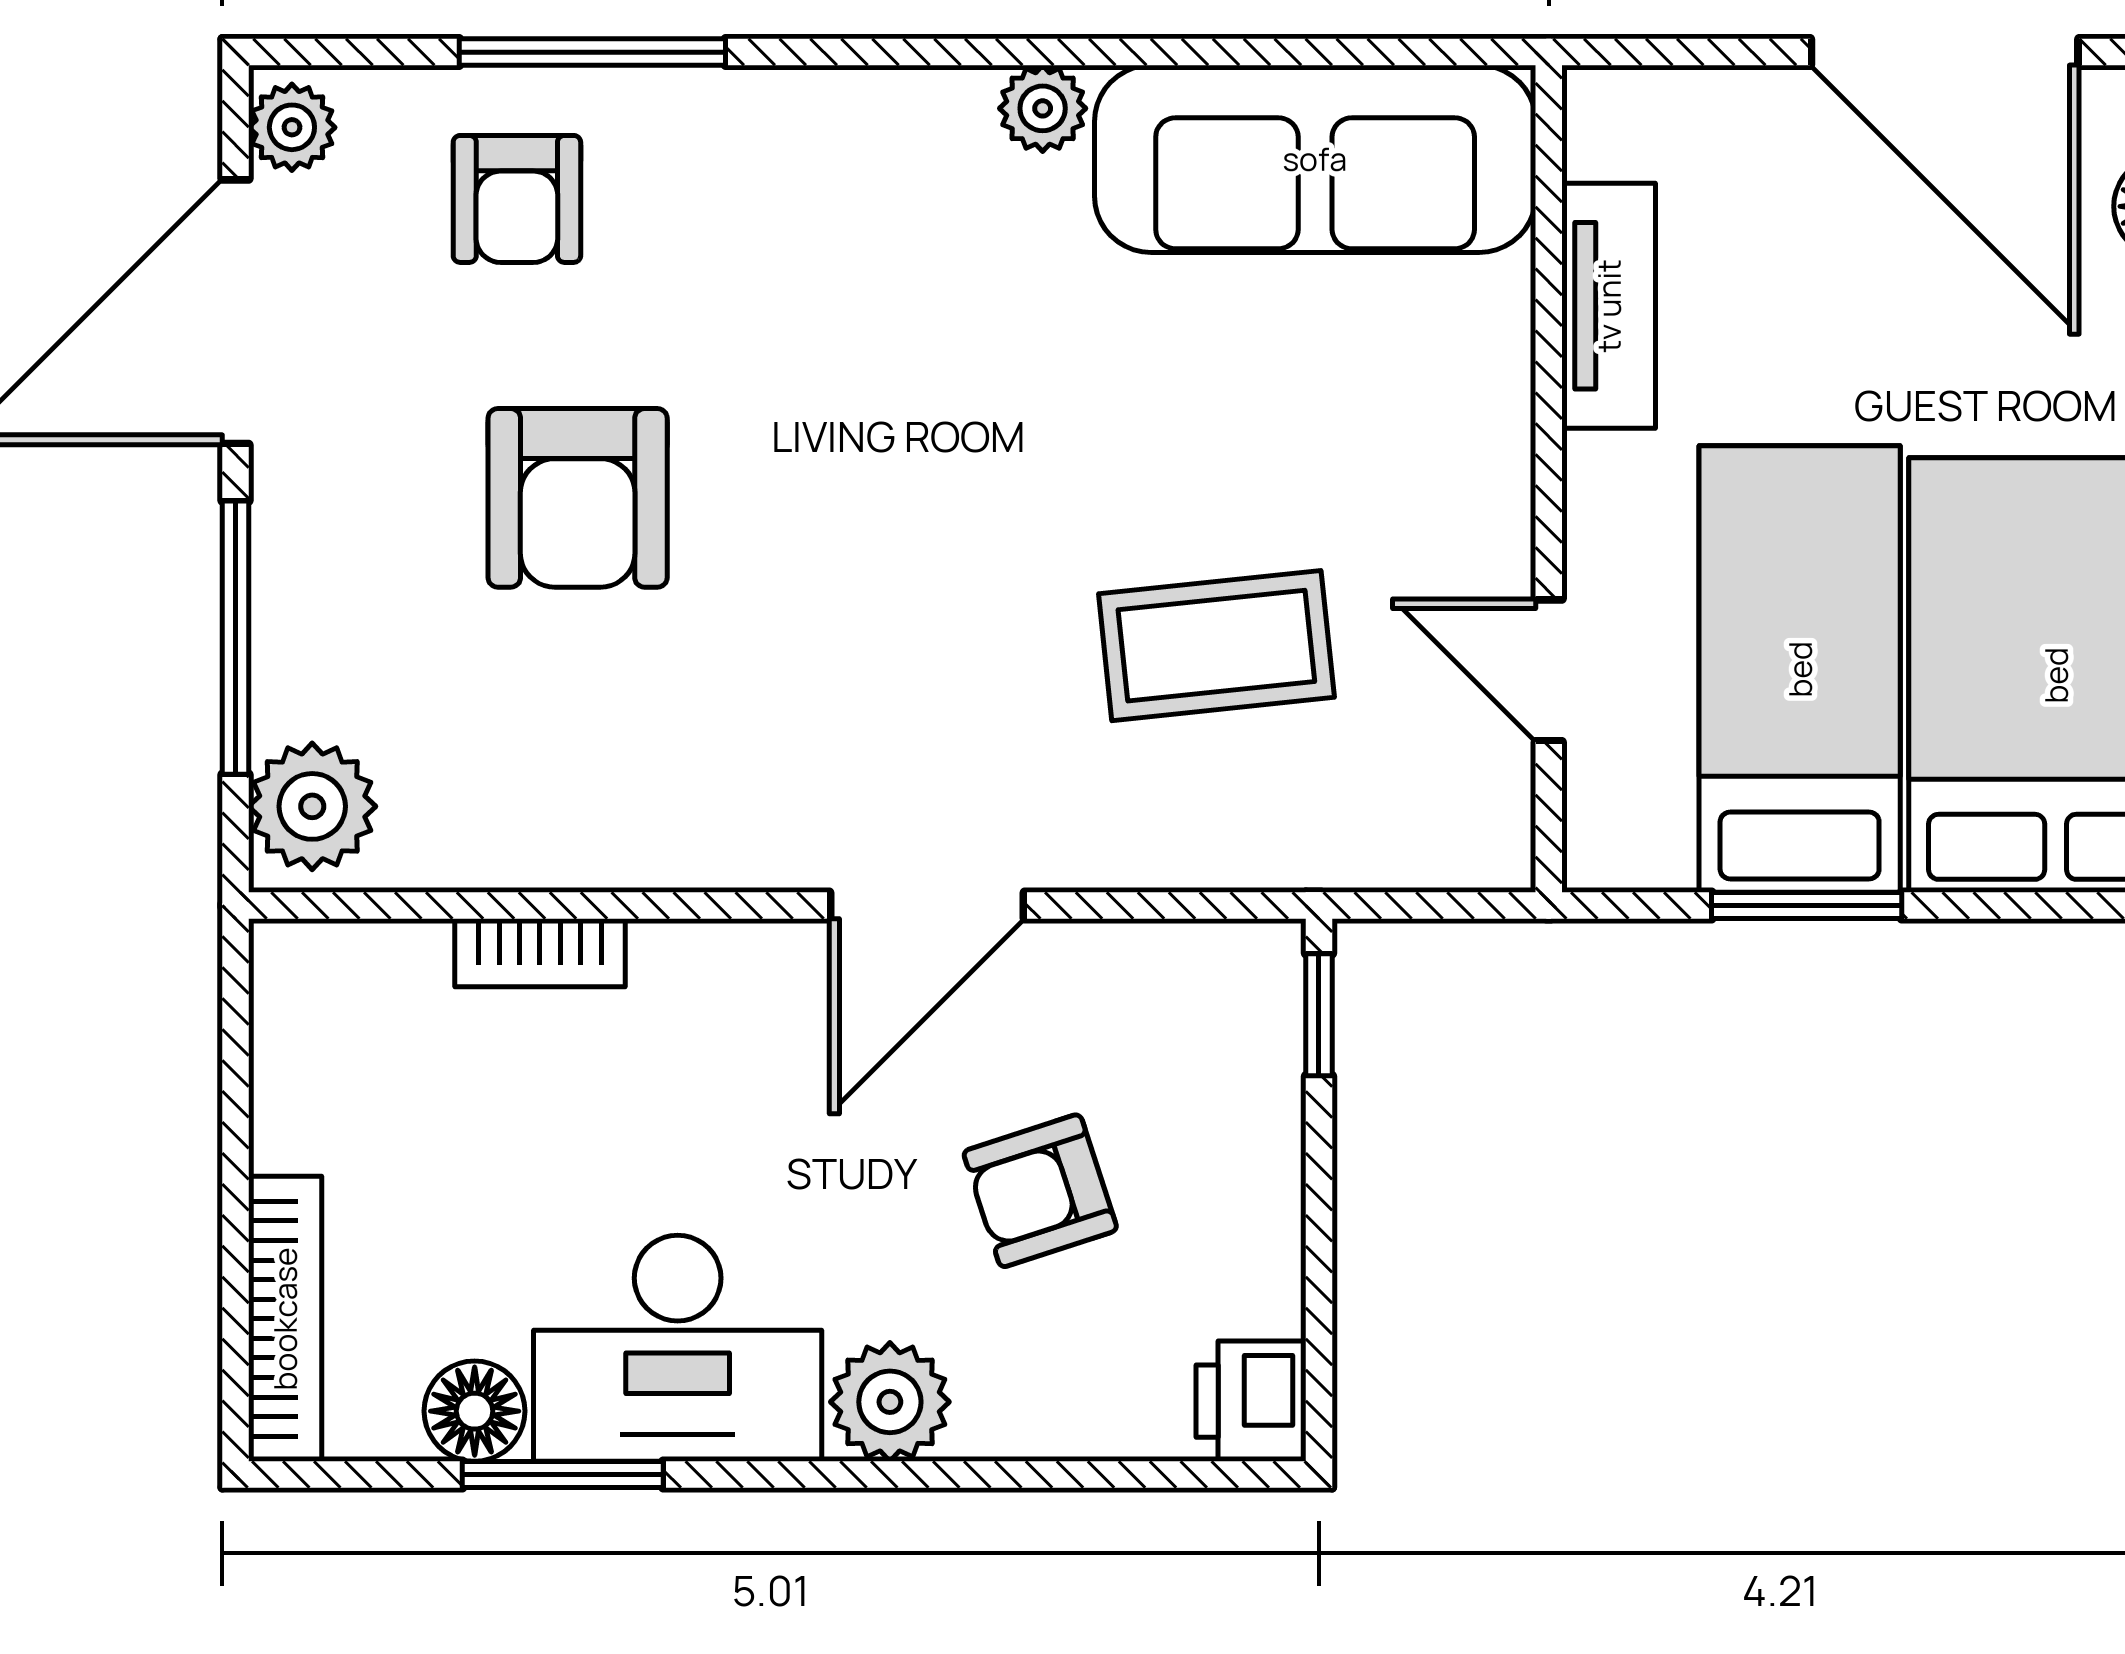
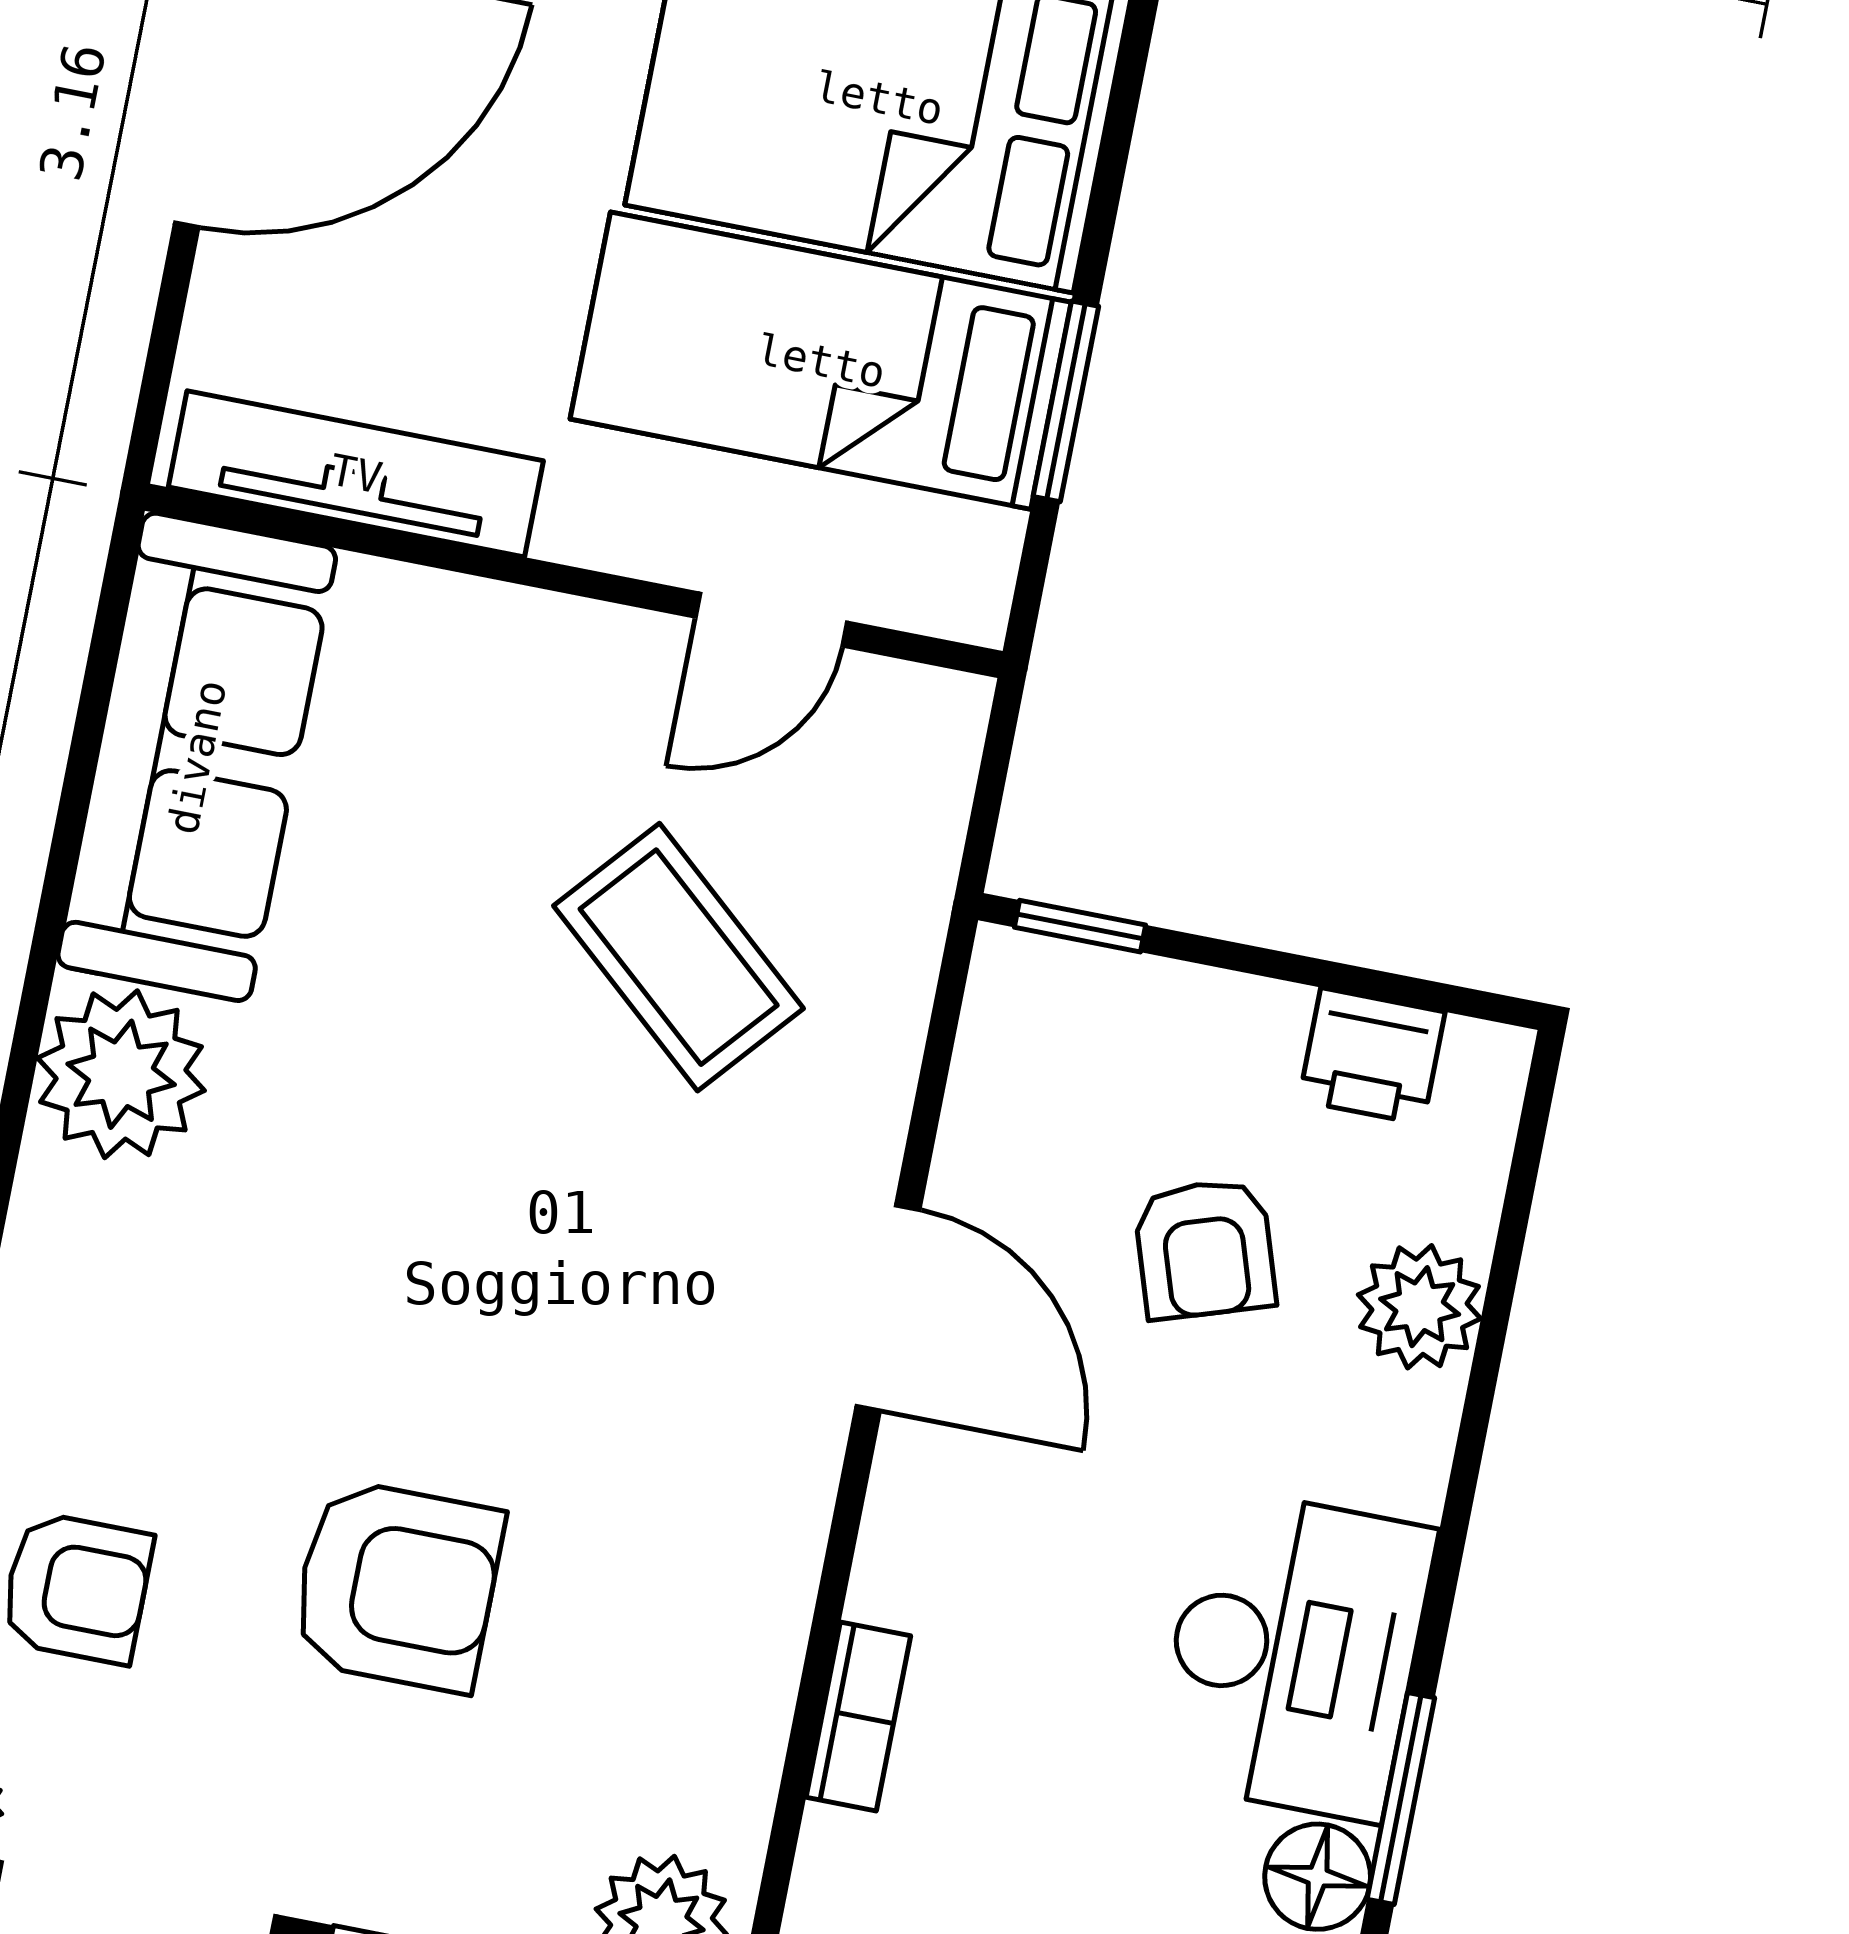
plant: (1043, 108) -> (121, 1074), width x1.88, depth x1.88
tv unit: (1609, 306) -> (356, 474), width x1.41
coffee table: (1216, 646) -> (679, 957), turned -43
printer: (1251, 1401) -> (1372, 1056), moved
plant: (890, 1402) -> (1420, 1307), moved

